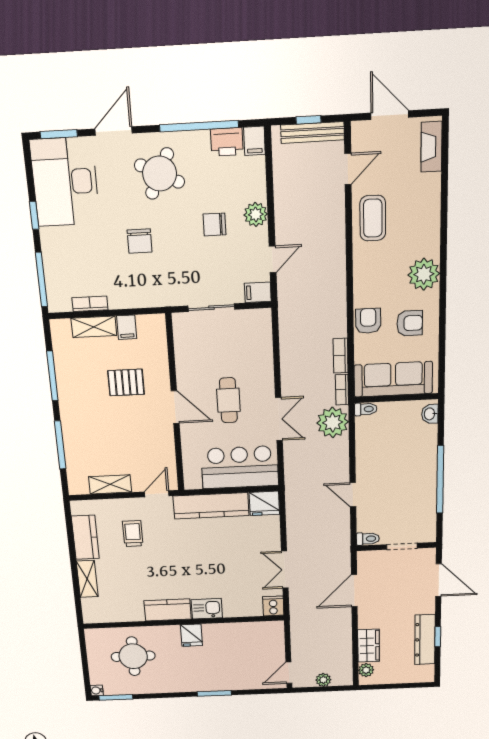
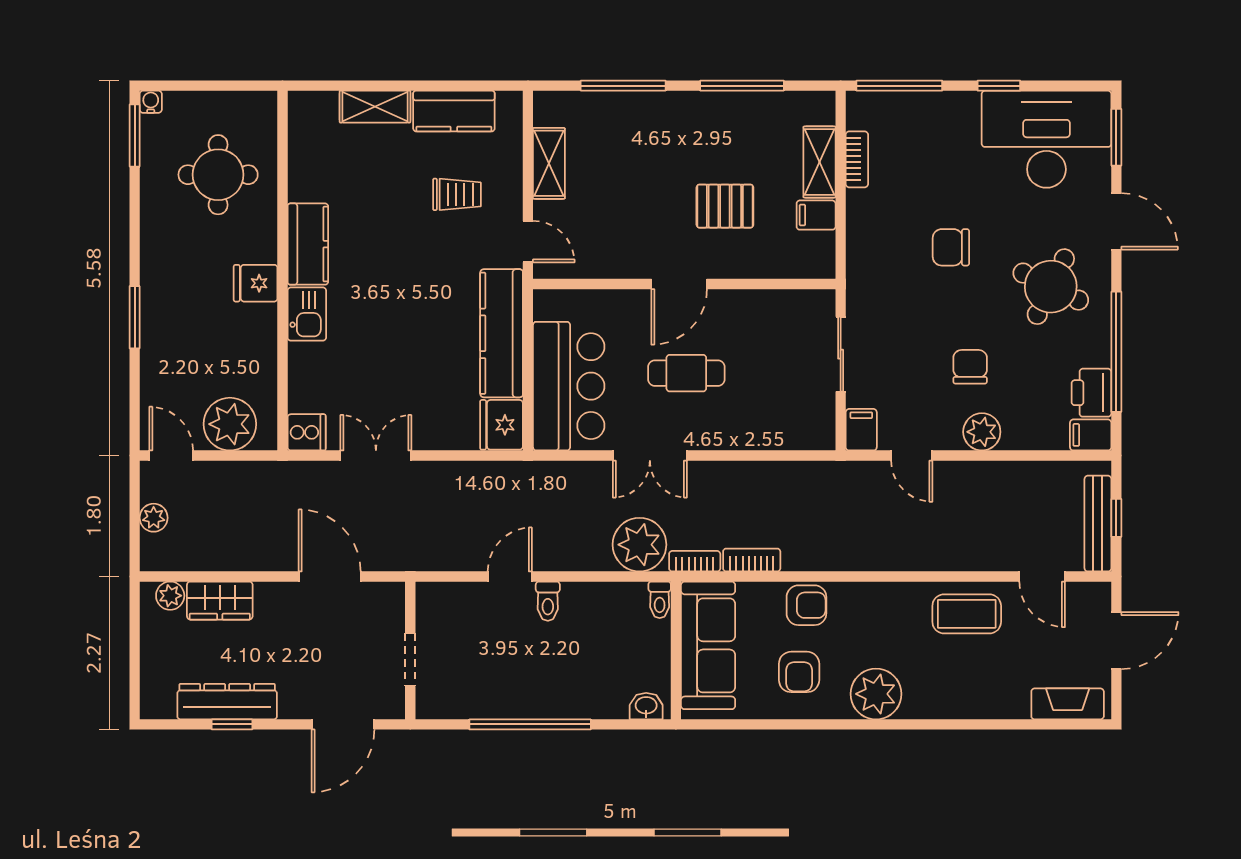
pallet: (126, 382) -> (725, 206), turned 90
toilet: (368, 539) -> (548, 601), moved
plant: (270, 645) -> (230, 424), added

